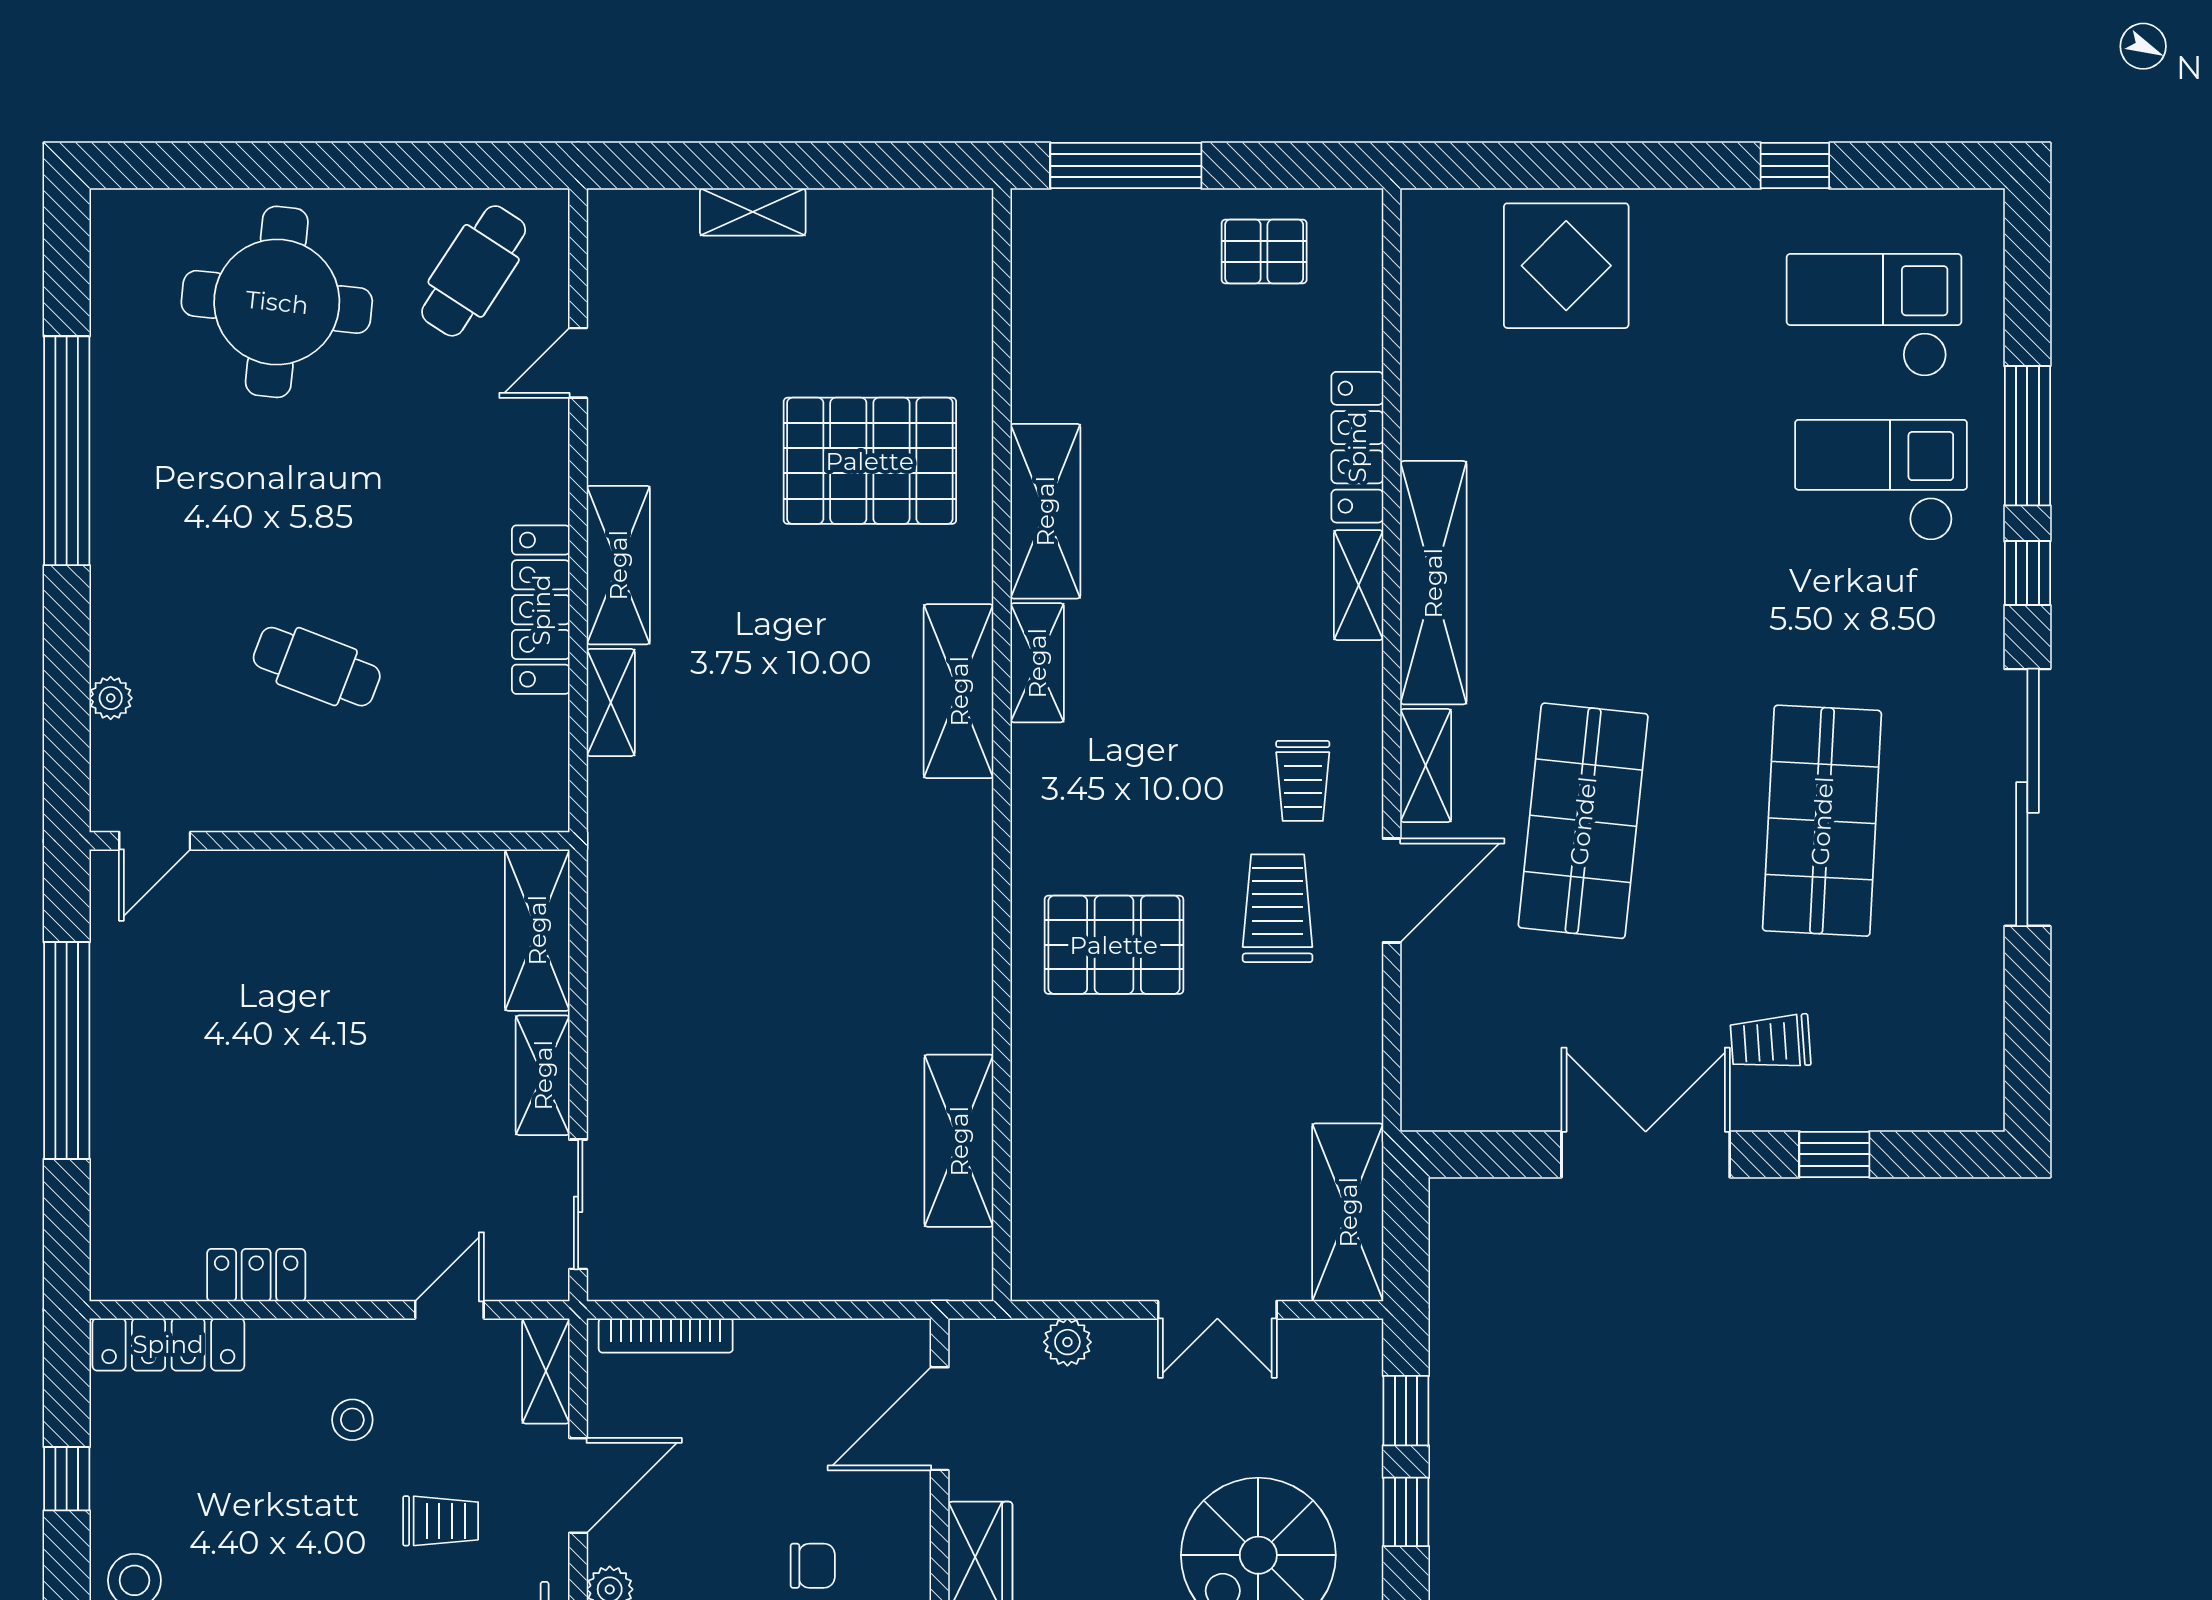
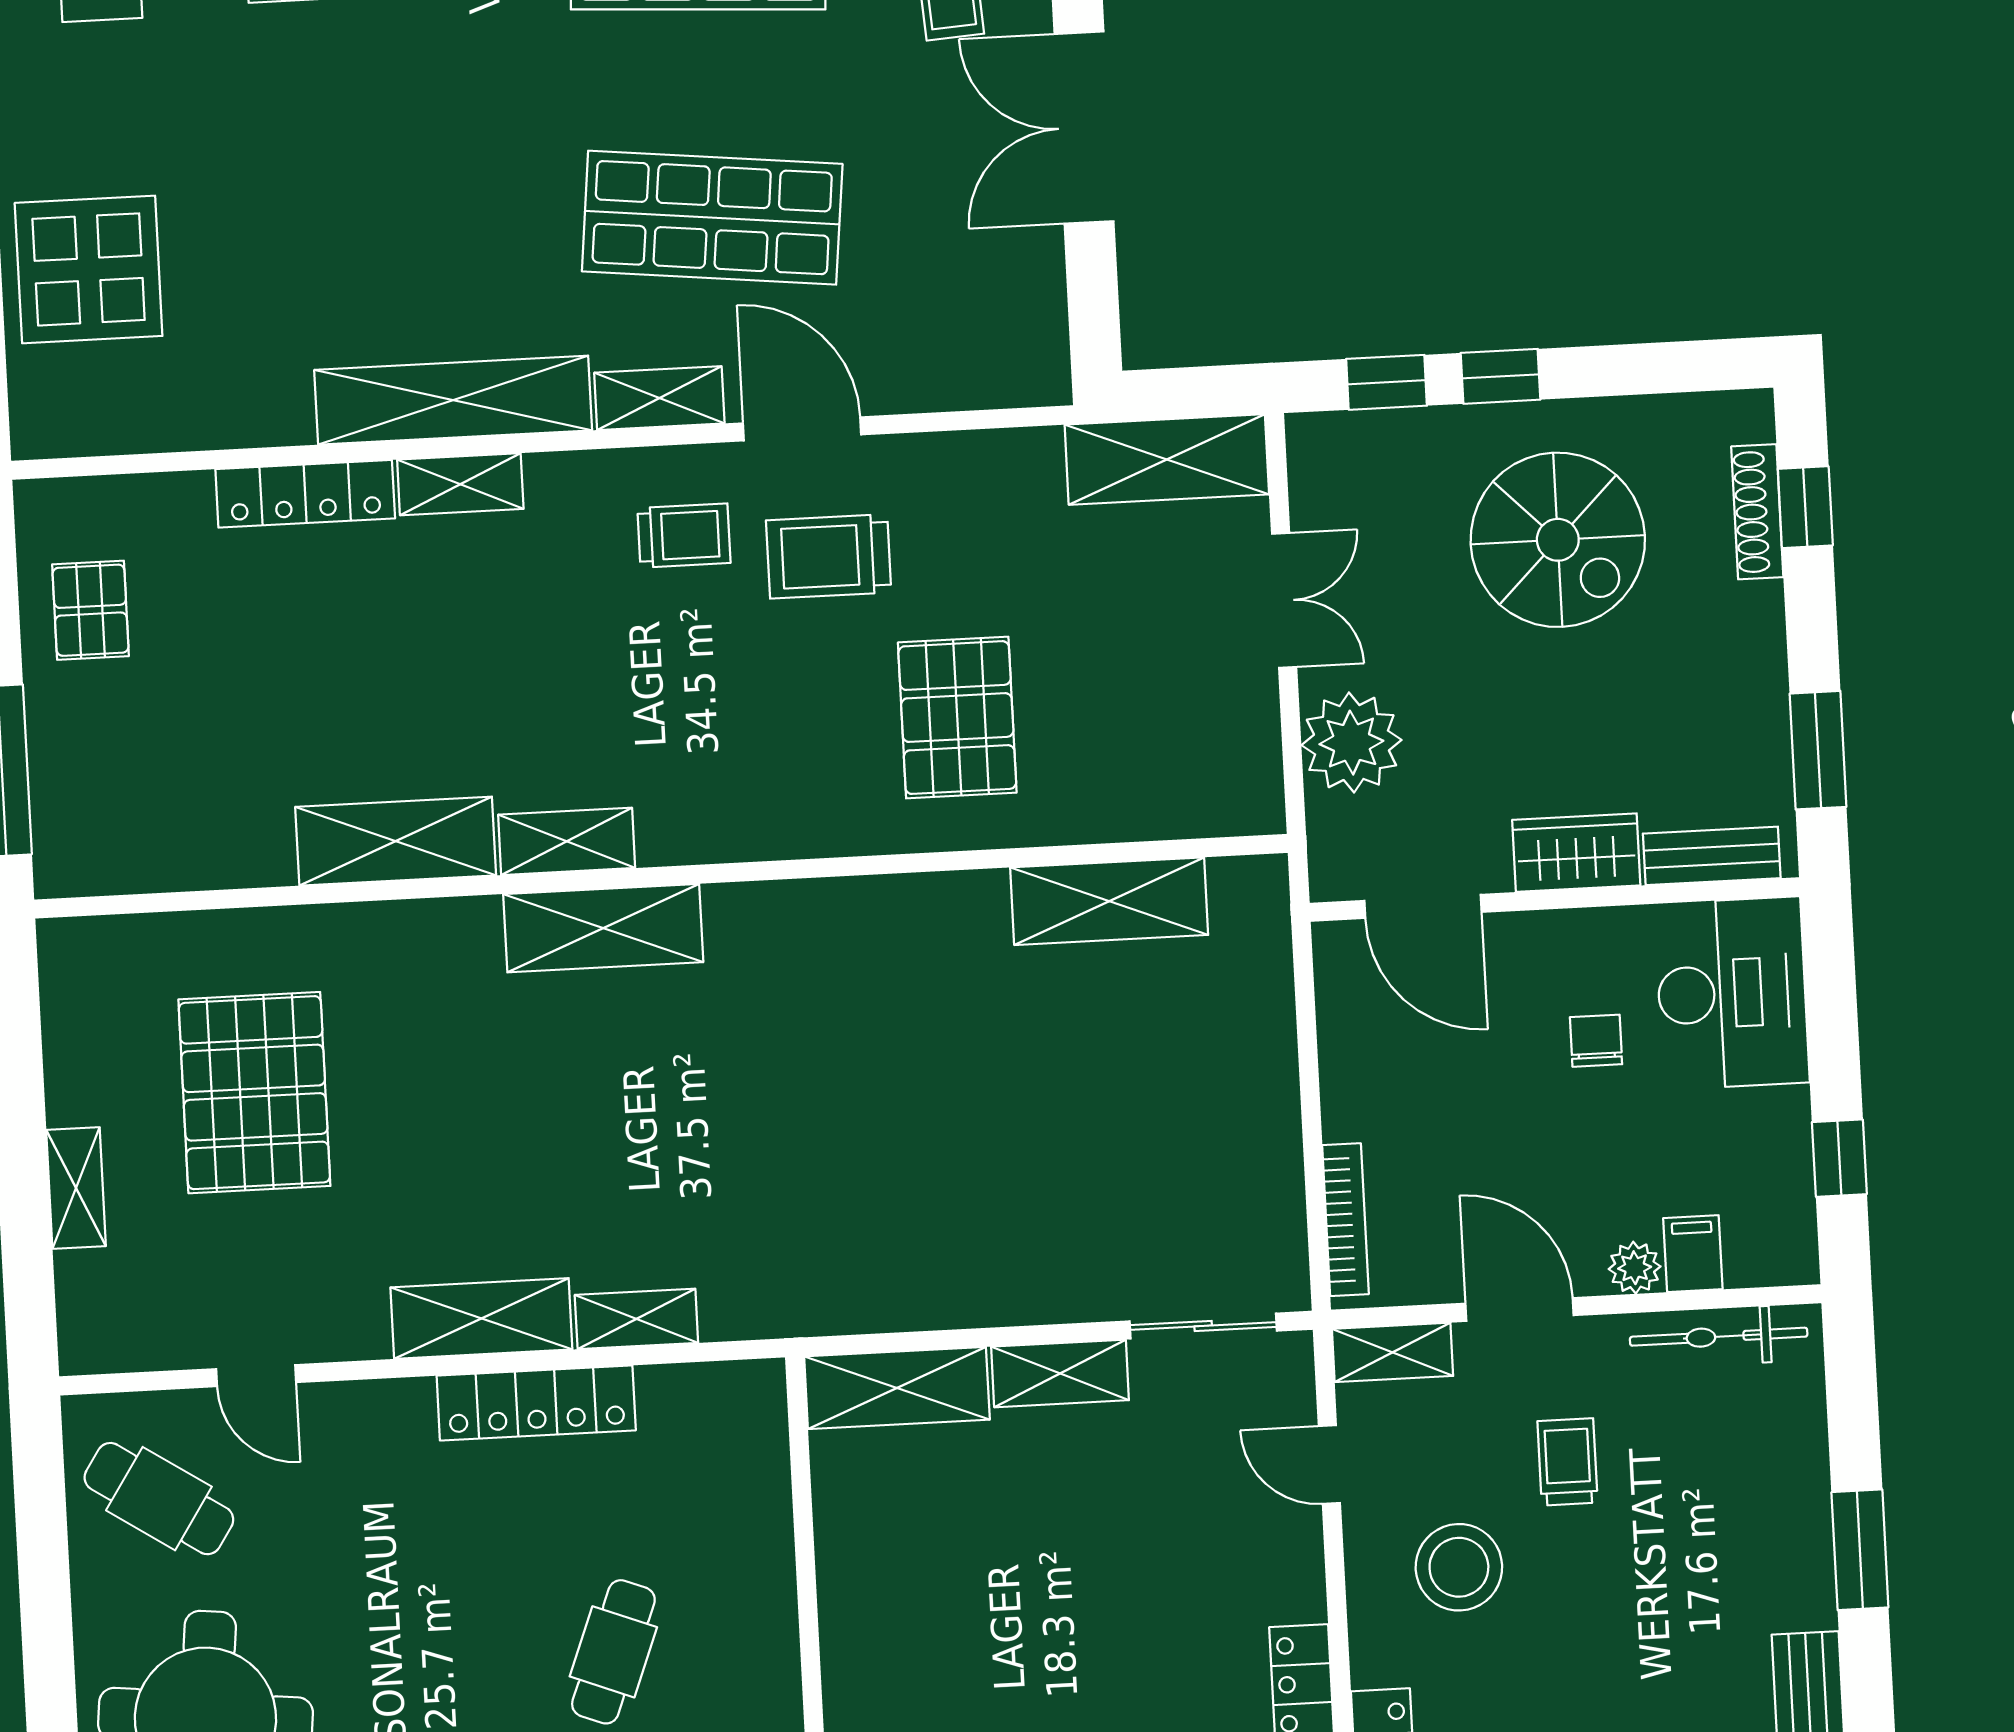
pallet: (870, 461) -> (254, 1093), moved
pallet: (1114, 945) -> (957, 718), moved
plant: (1067, 1342) -> (1351, 743), width x1.87, depth x1.87
stool: (352, 1420) -> (1459, 1567), width x1.89, depth x1.89

